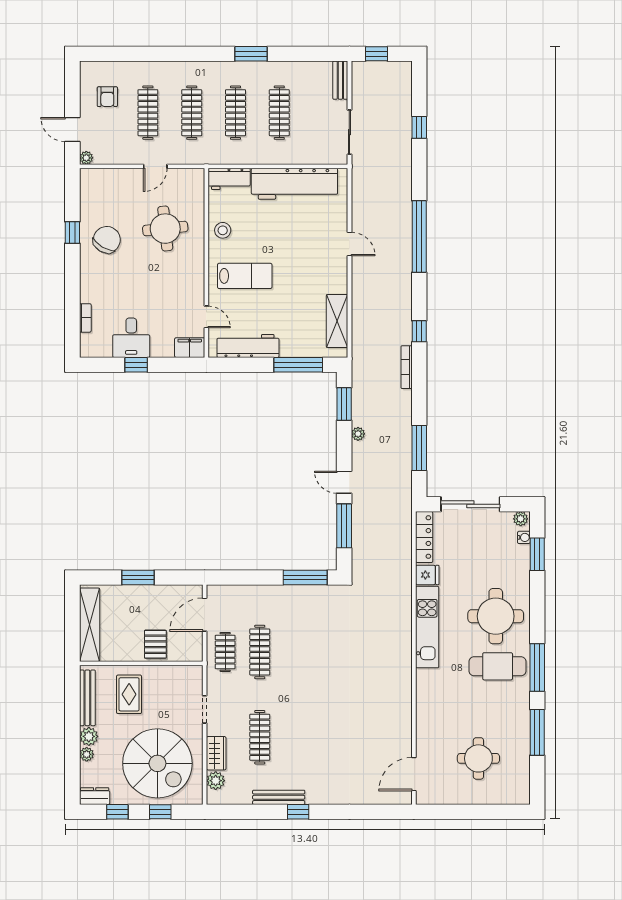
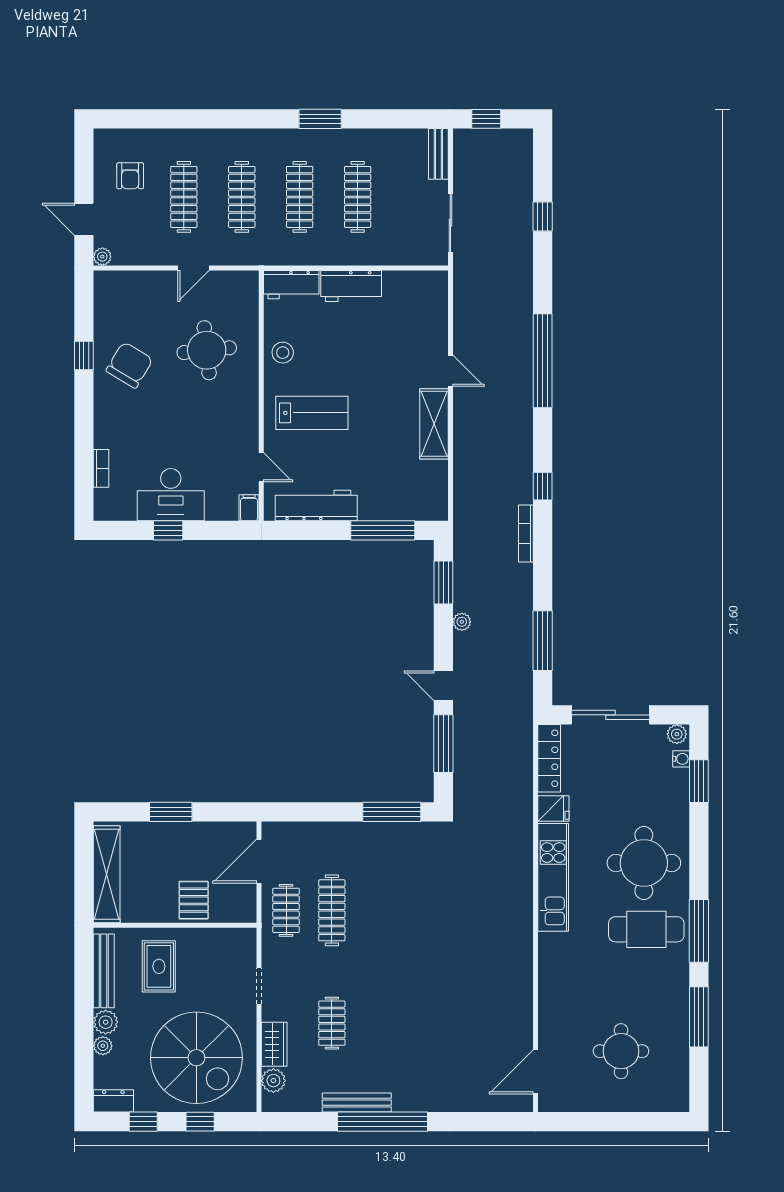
workbench: (294, 184) -> (351, 286), width x0.53, depth x0.76
shelving: (337, 321) -> (434, 424), moved
desk: (131, 338) -> (171, 495), width x1.37
filing cabinet: (190, 348) -> (249, 508), width x0.50
clothes rail: (260, 737) -> (332, 1023), width x0.73
window: (298, 812) -> (382, 1122), width x3.17

